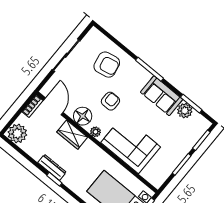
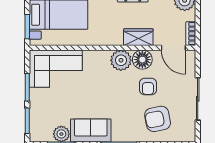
armchair: (110, 101) -> (148, 86), moved
plant: (95, 132) -> (121, 60), width x1.88, depth x1.88
corner sofa: (131, 145) -> (56, 69), moved

